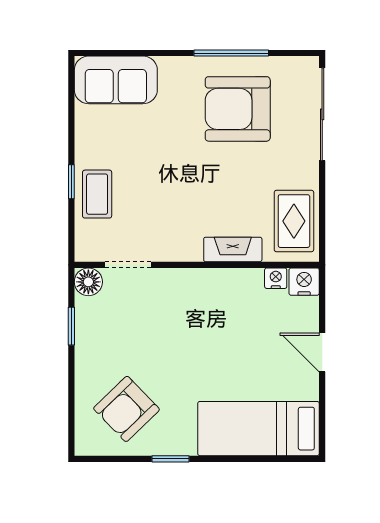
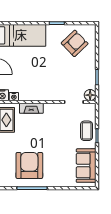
sofa: (116, 80) -> (86, 166), moved, turned -90
armchair: (238, 109) -> (29, 165), turned -90

